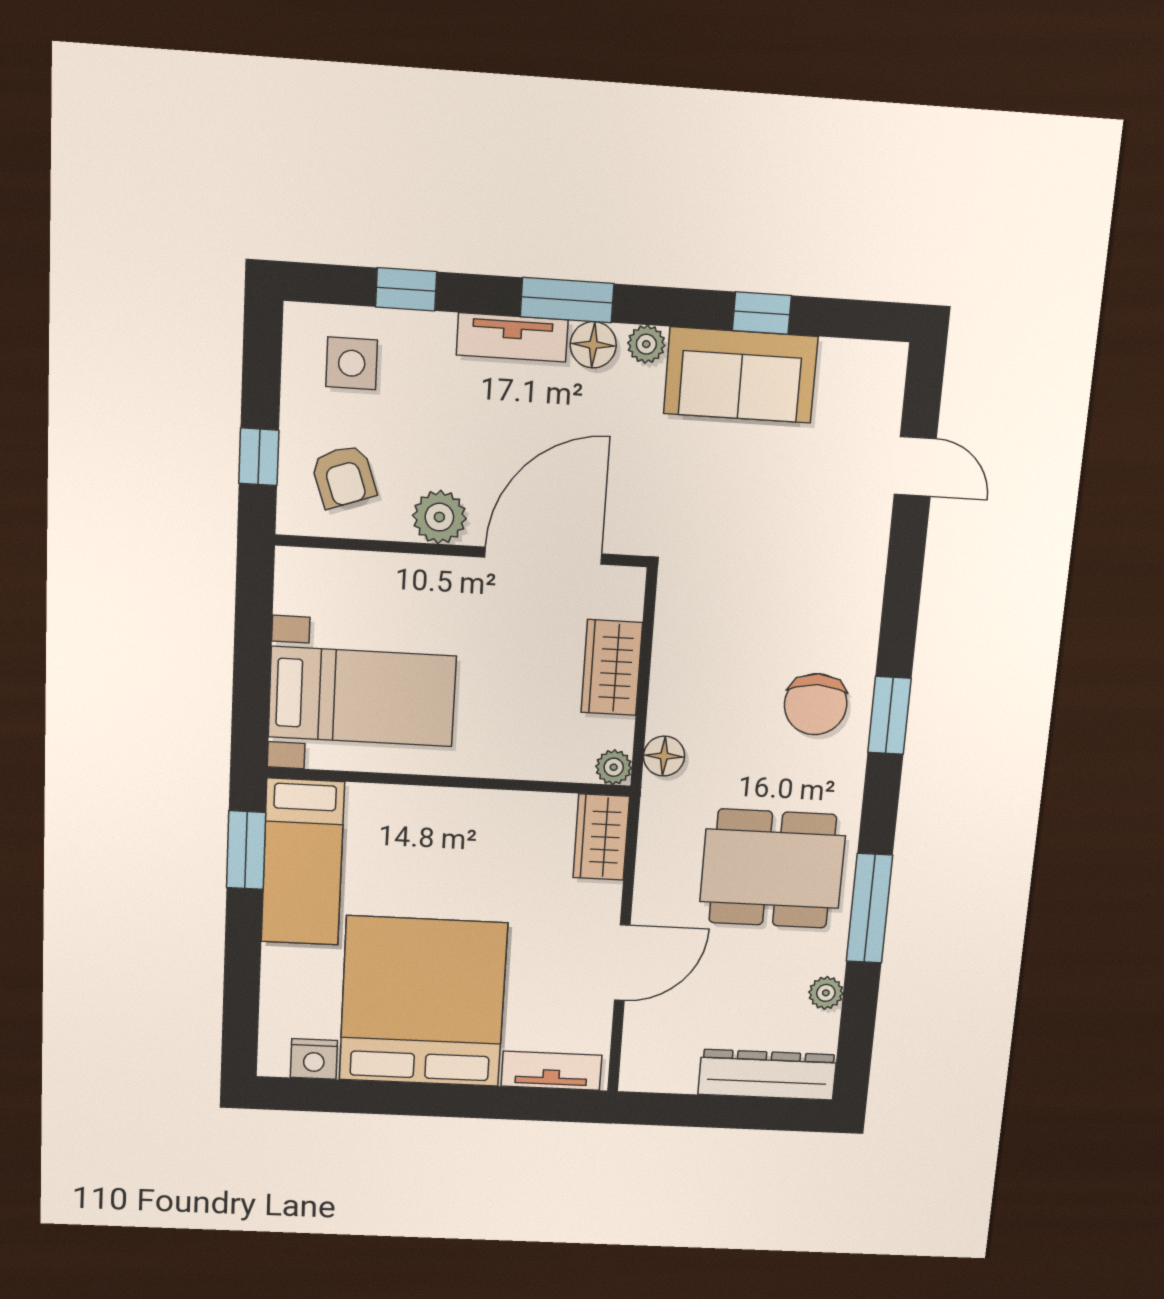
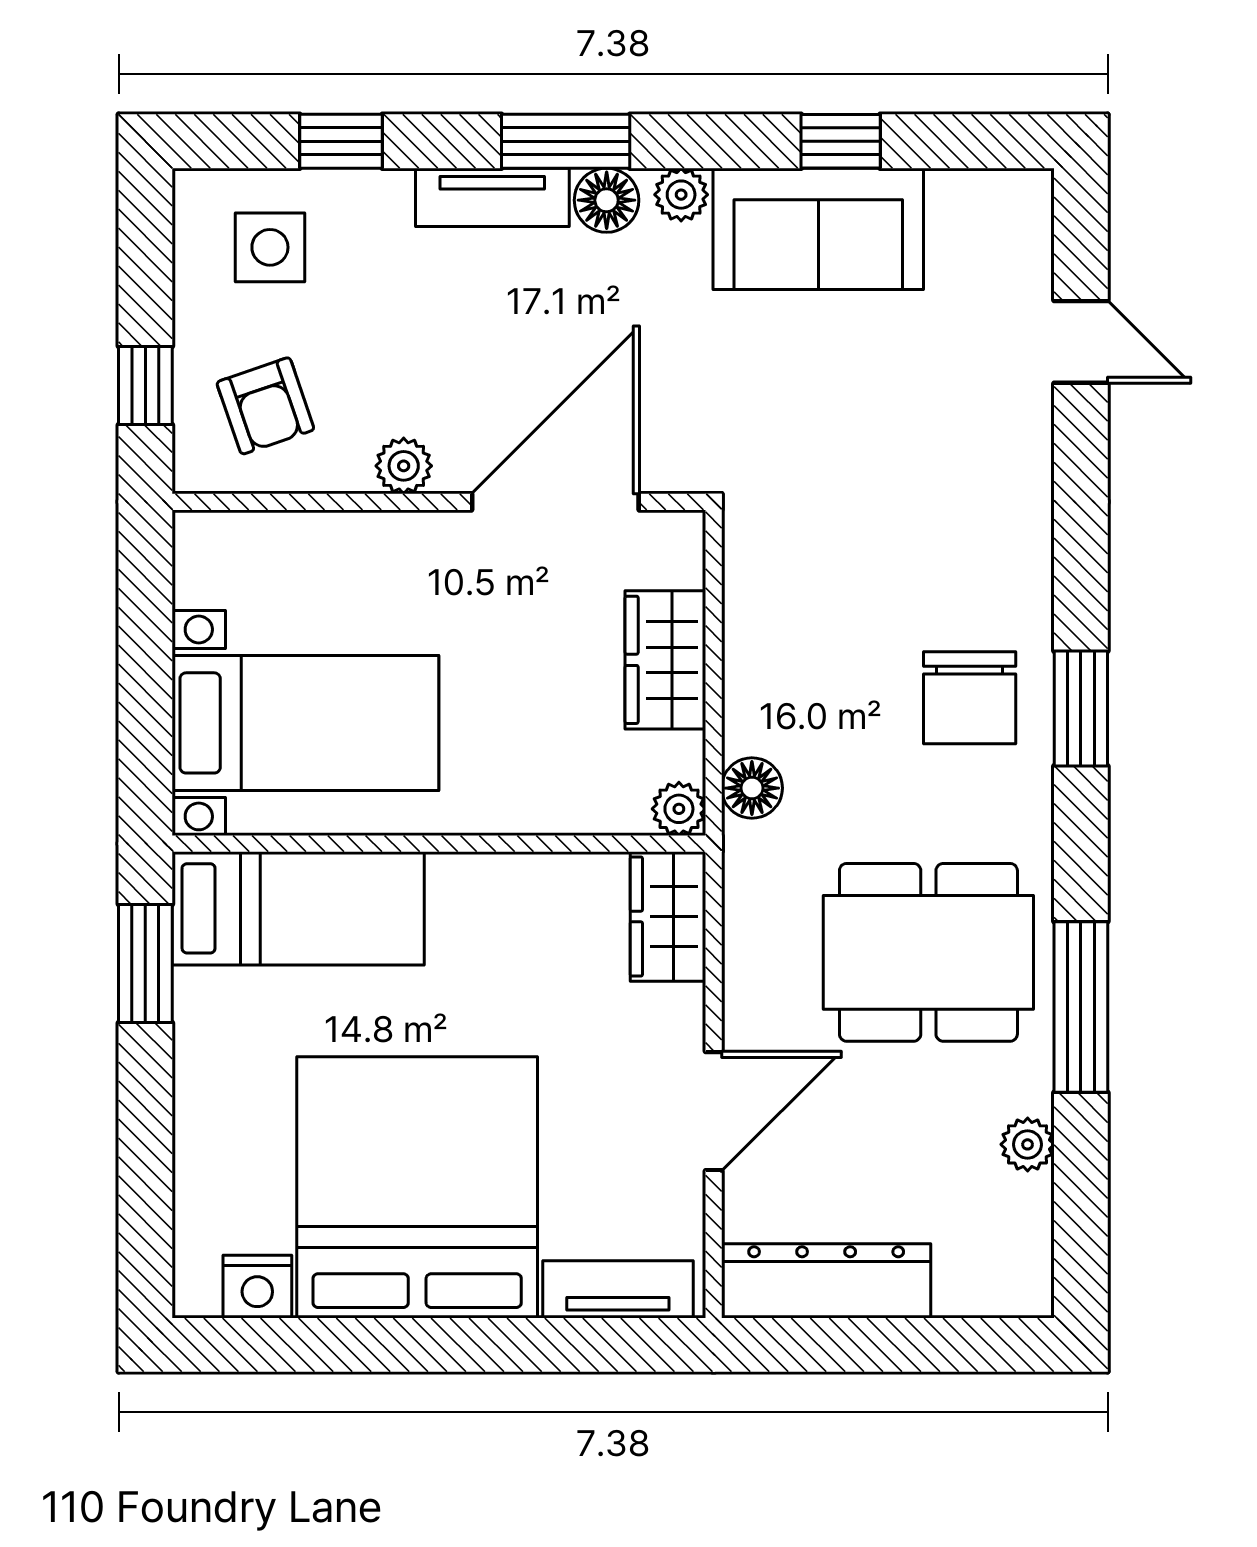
plant: (439, 517) -> (404, 466), width x0.73, depth x0.73
bed: (303, 862) -> (298, 908), moved, turned -90
dresser: (767, 1075) -> (826, 1281), moved

